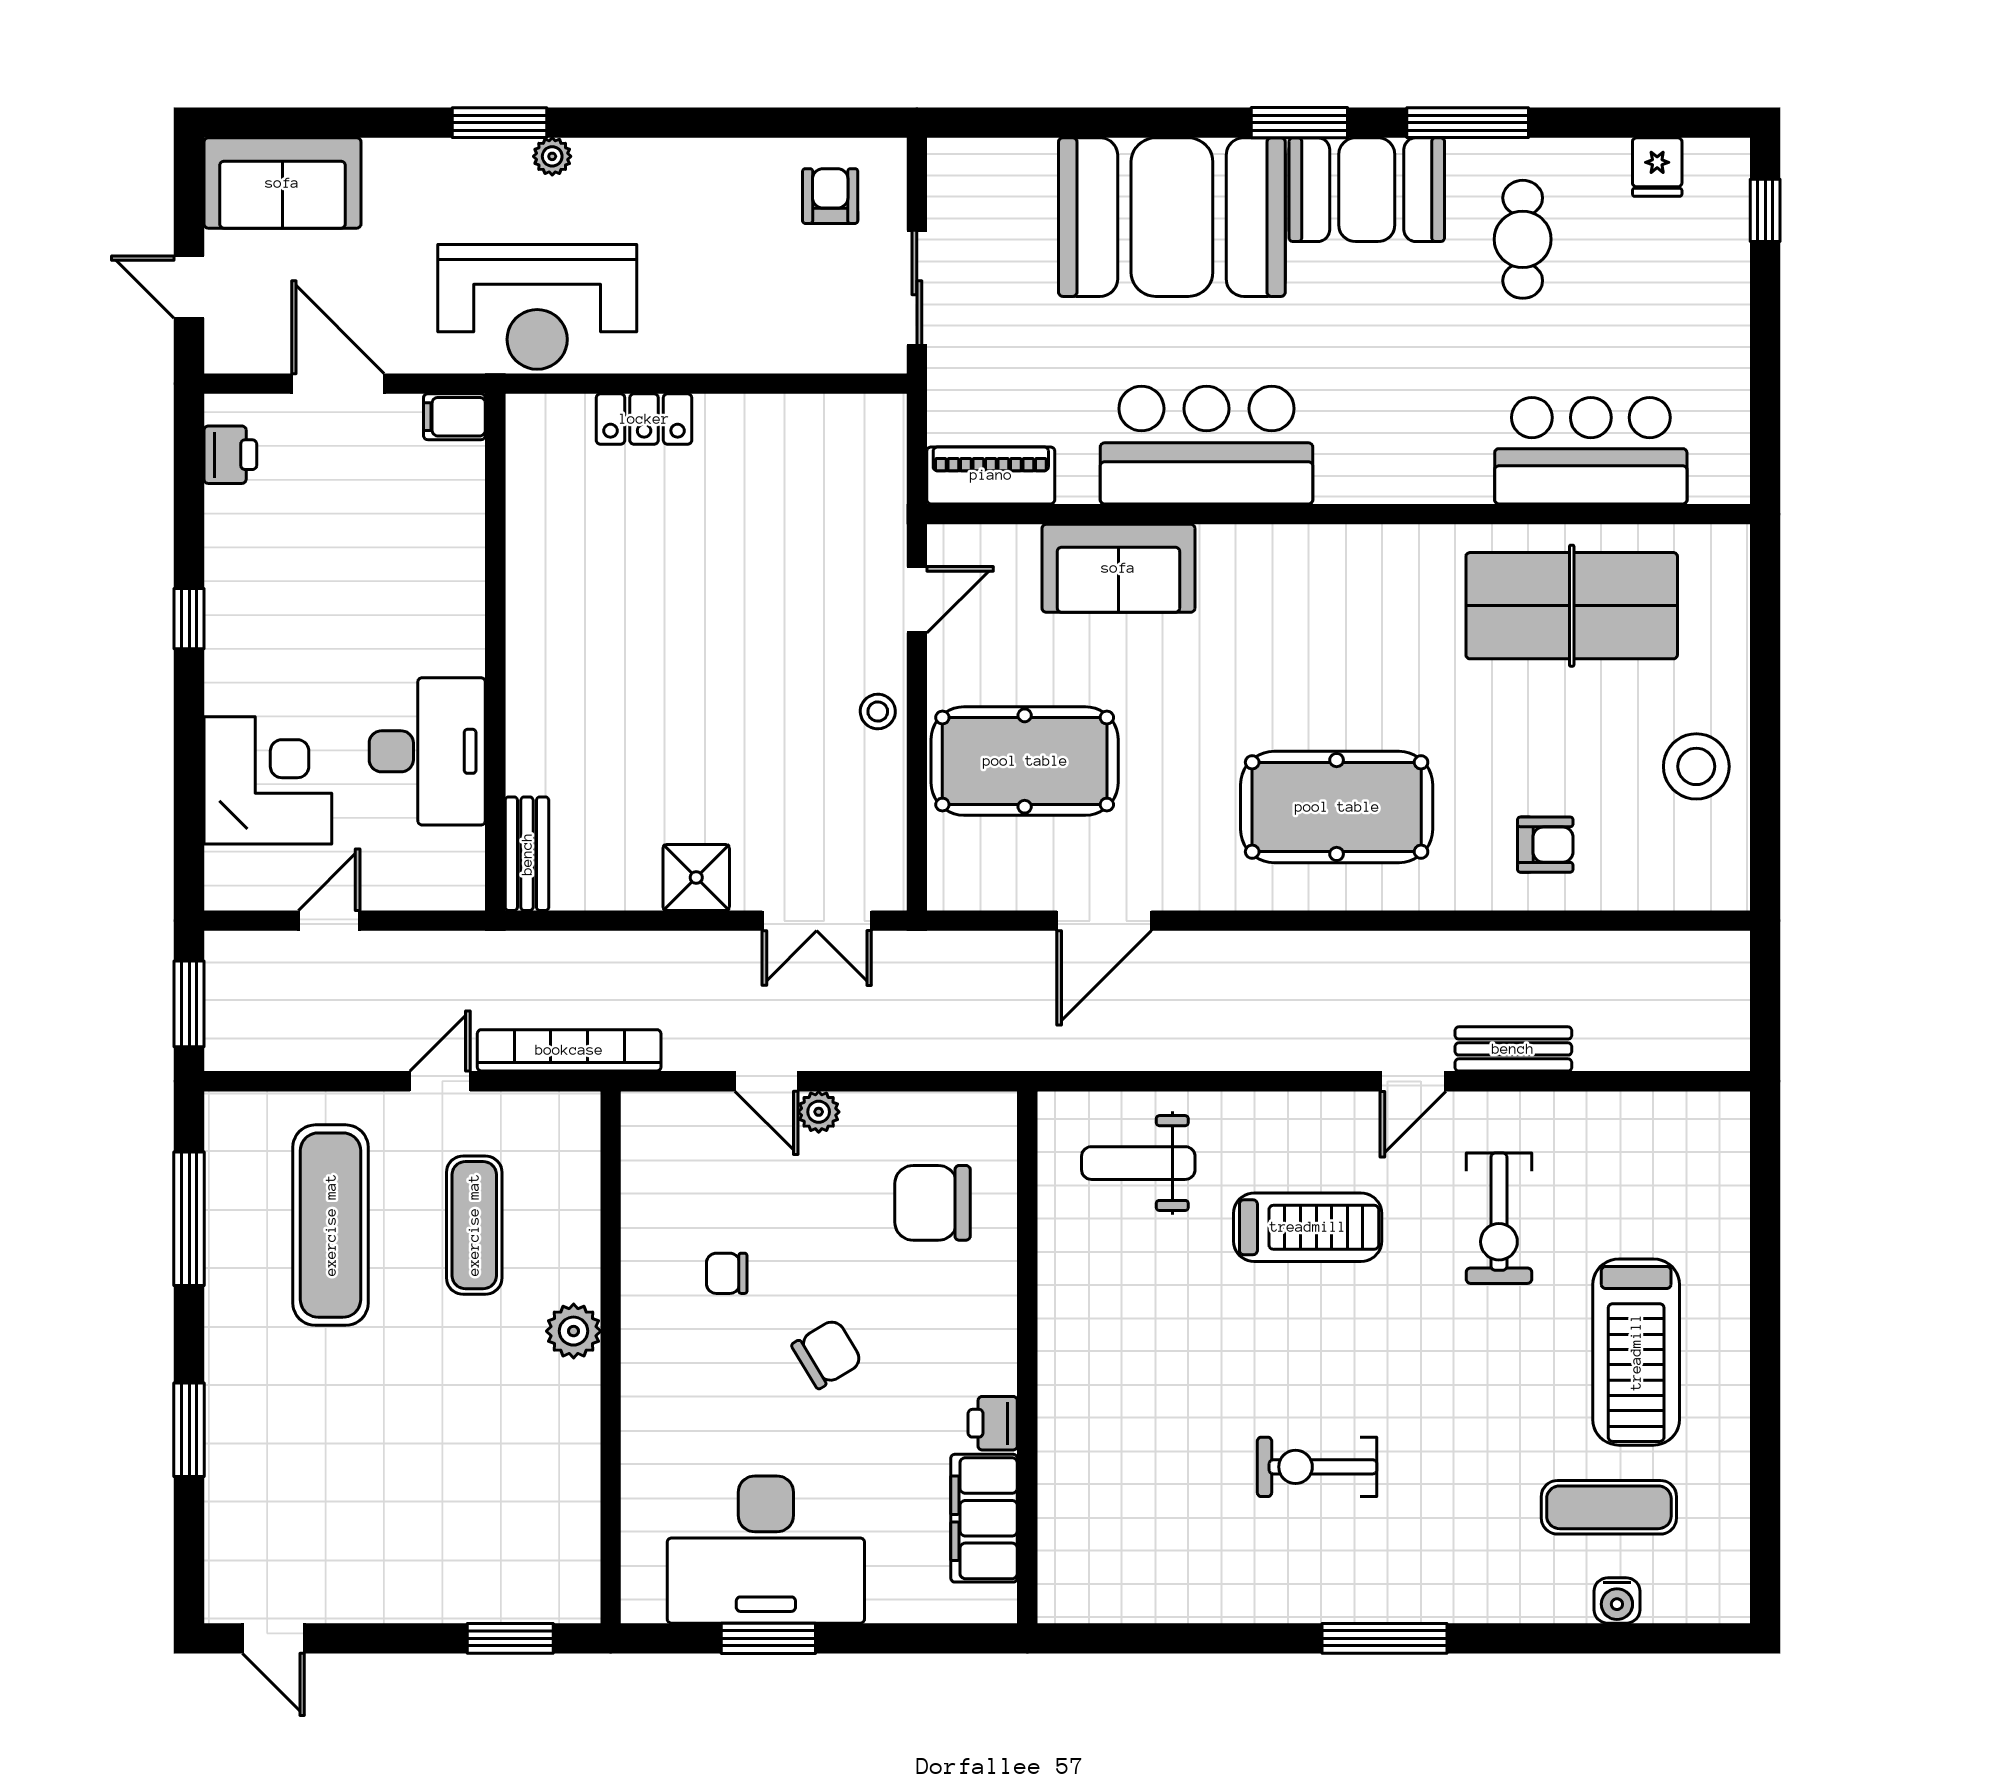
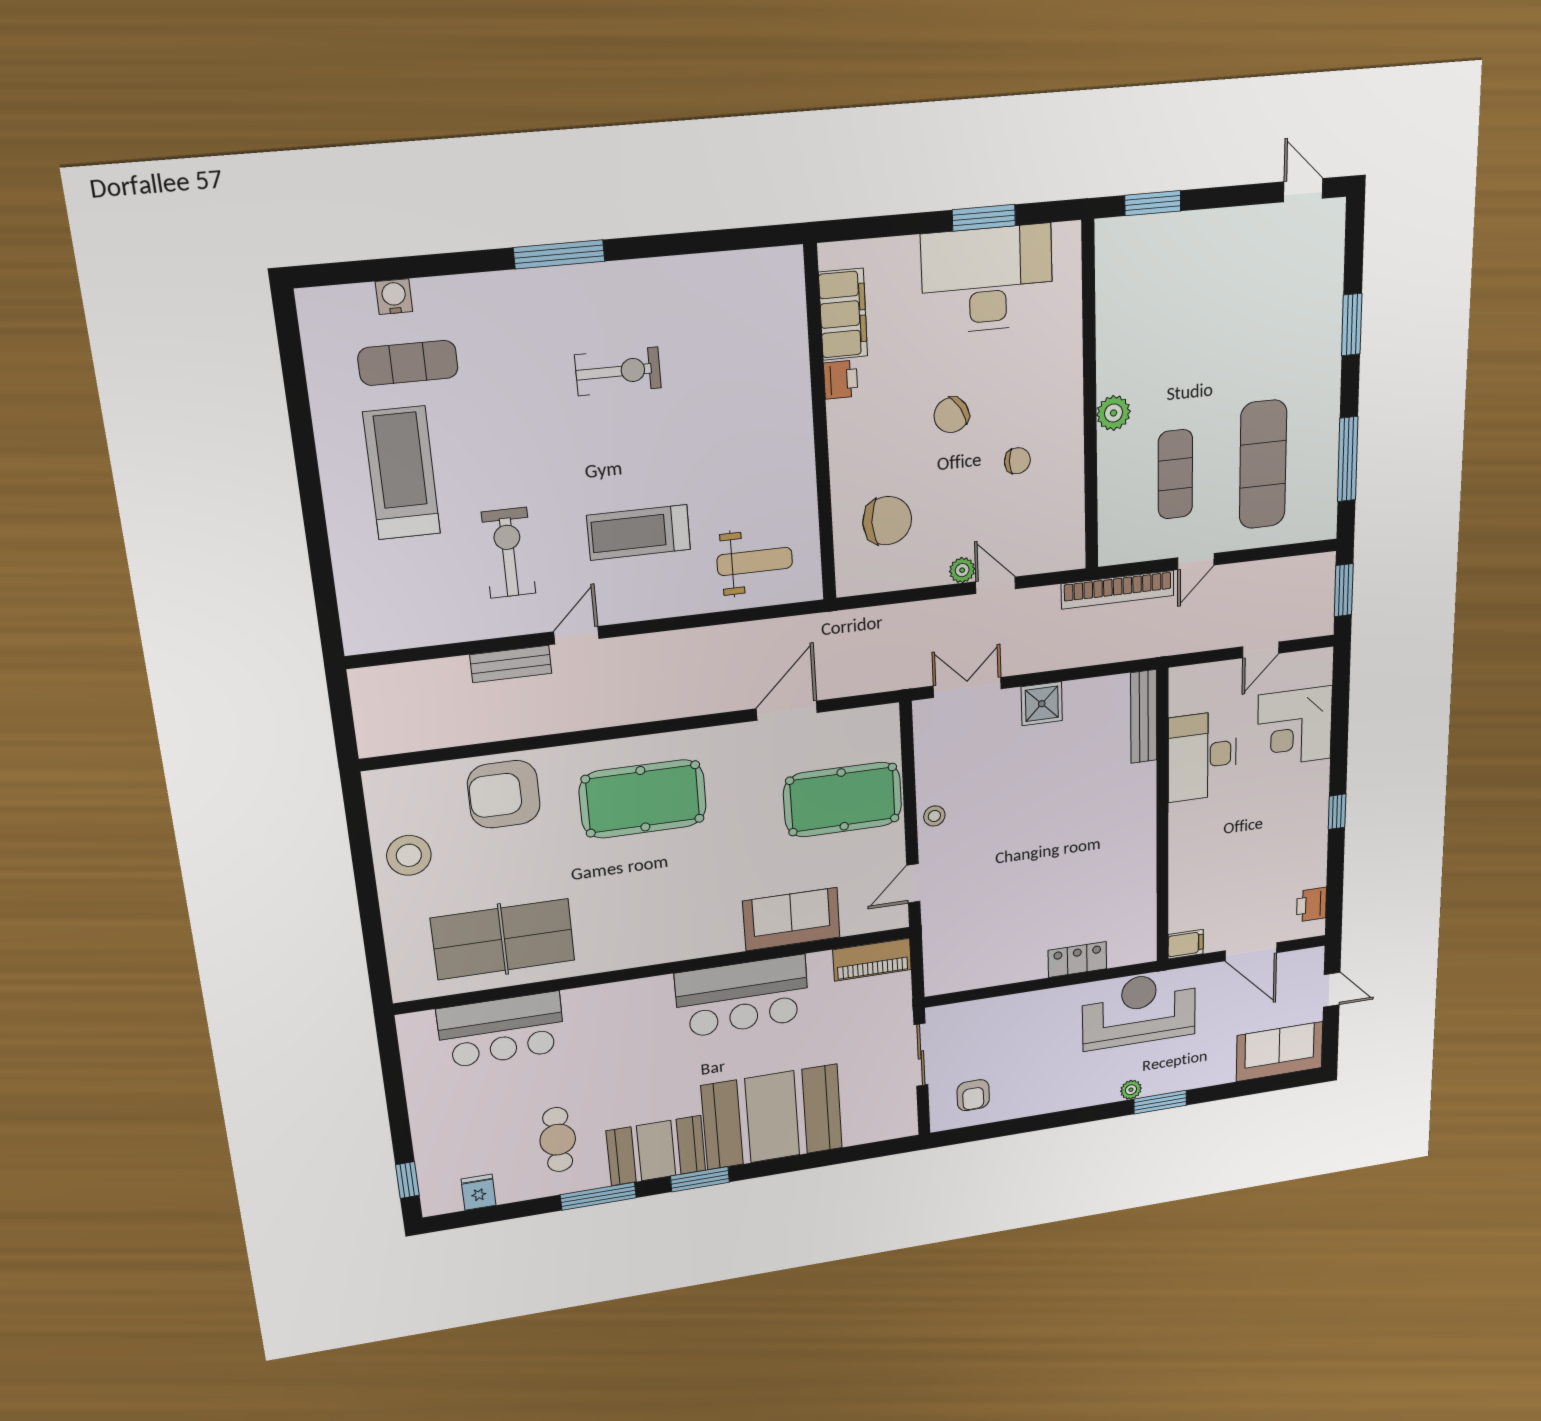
armchair: (1545, 845) -> (504, 794), width x1.88, depth x1.88
bench: (527, 854) -> (1144, 717), width x1.36

